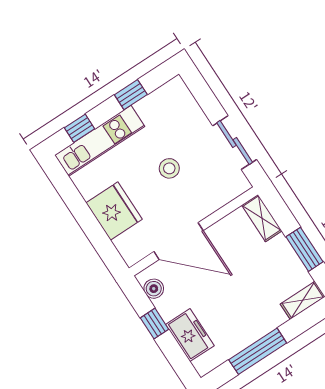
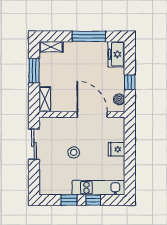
window: (79, 128) -> (93, 200), moved
fridge: (114, 211) -> (117, 149), width x0.53, depth x0.75
freezer: (190, 335) -> (116, 54), moved

